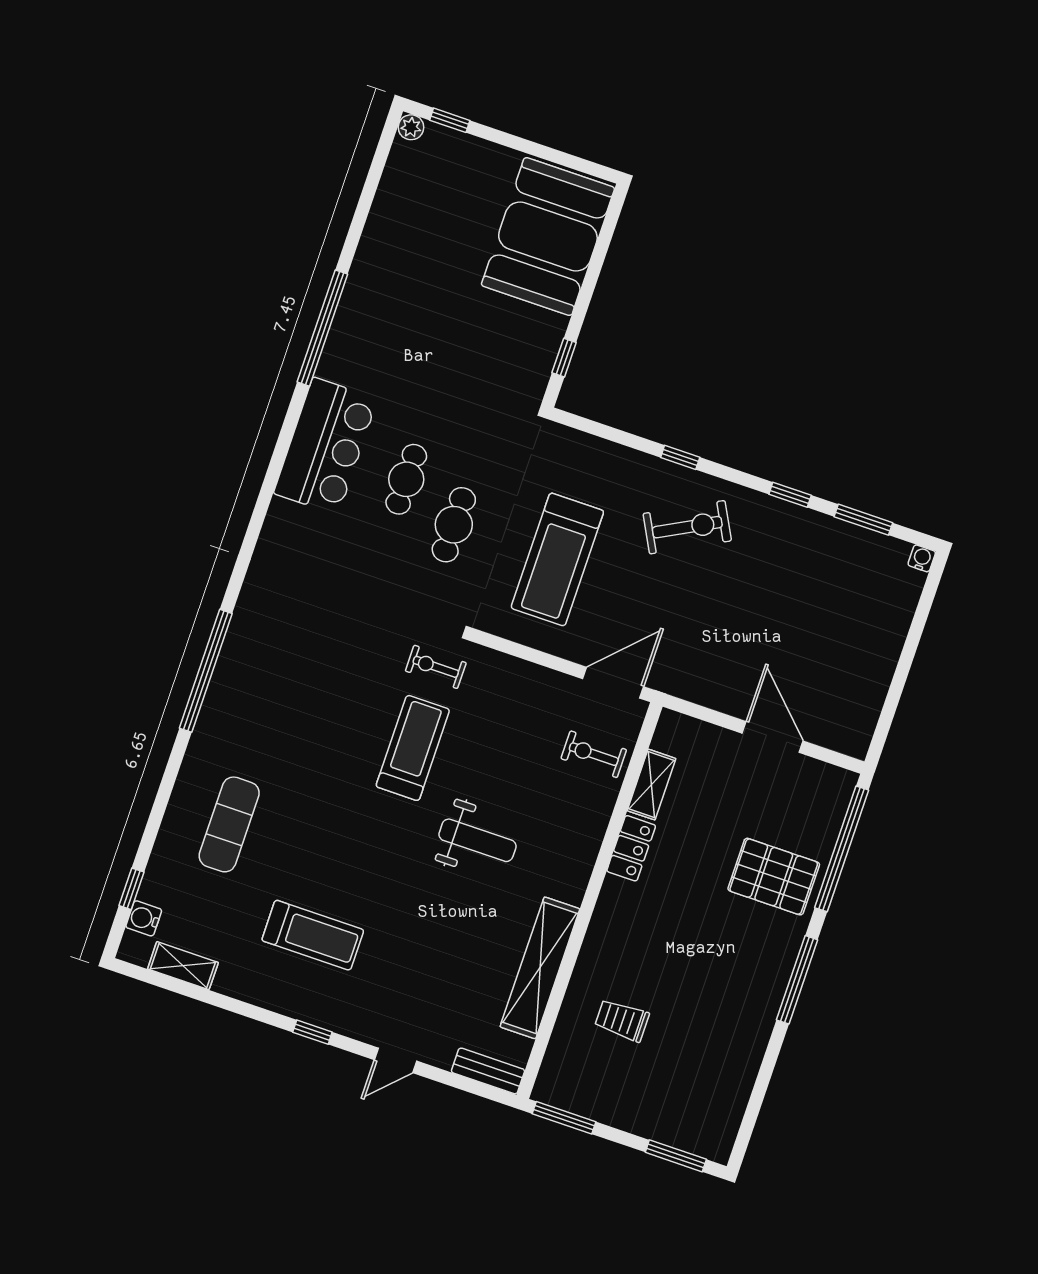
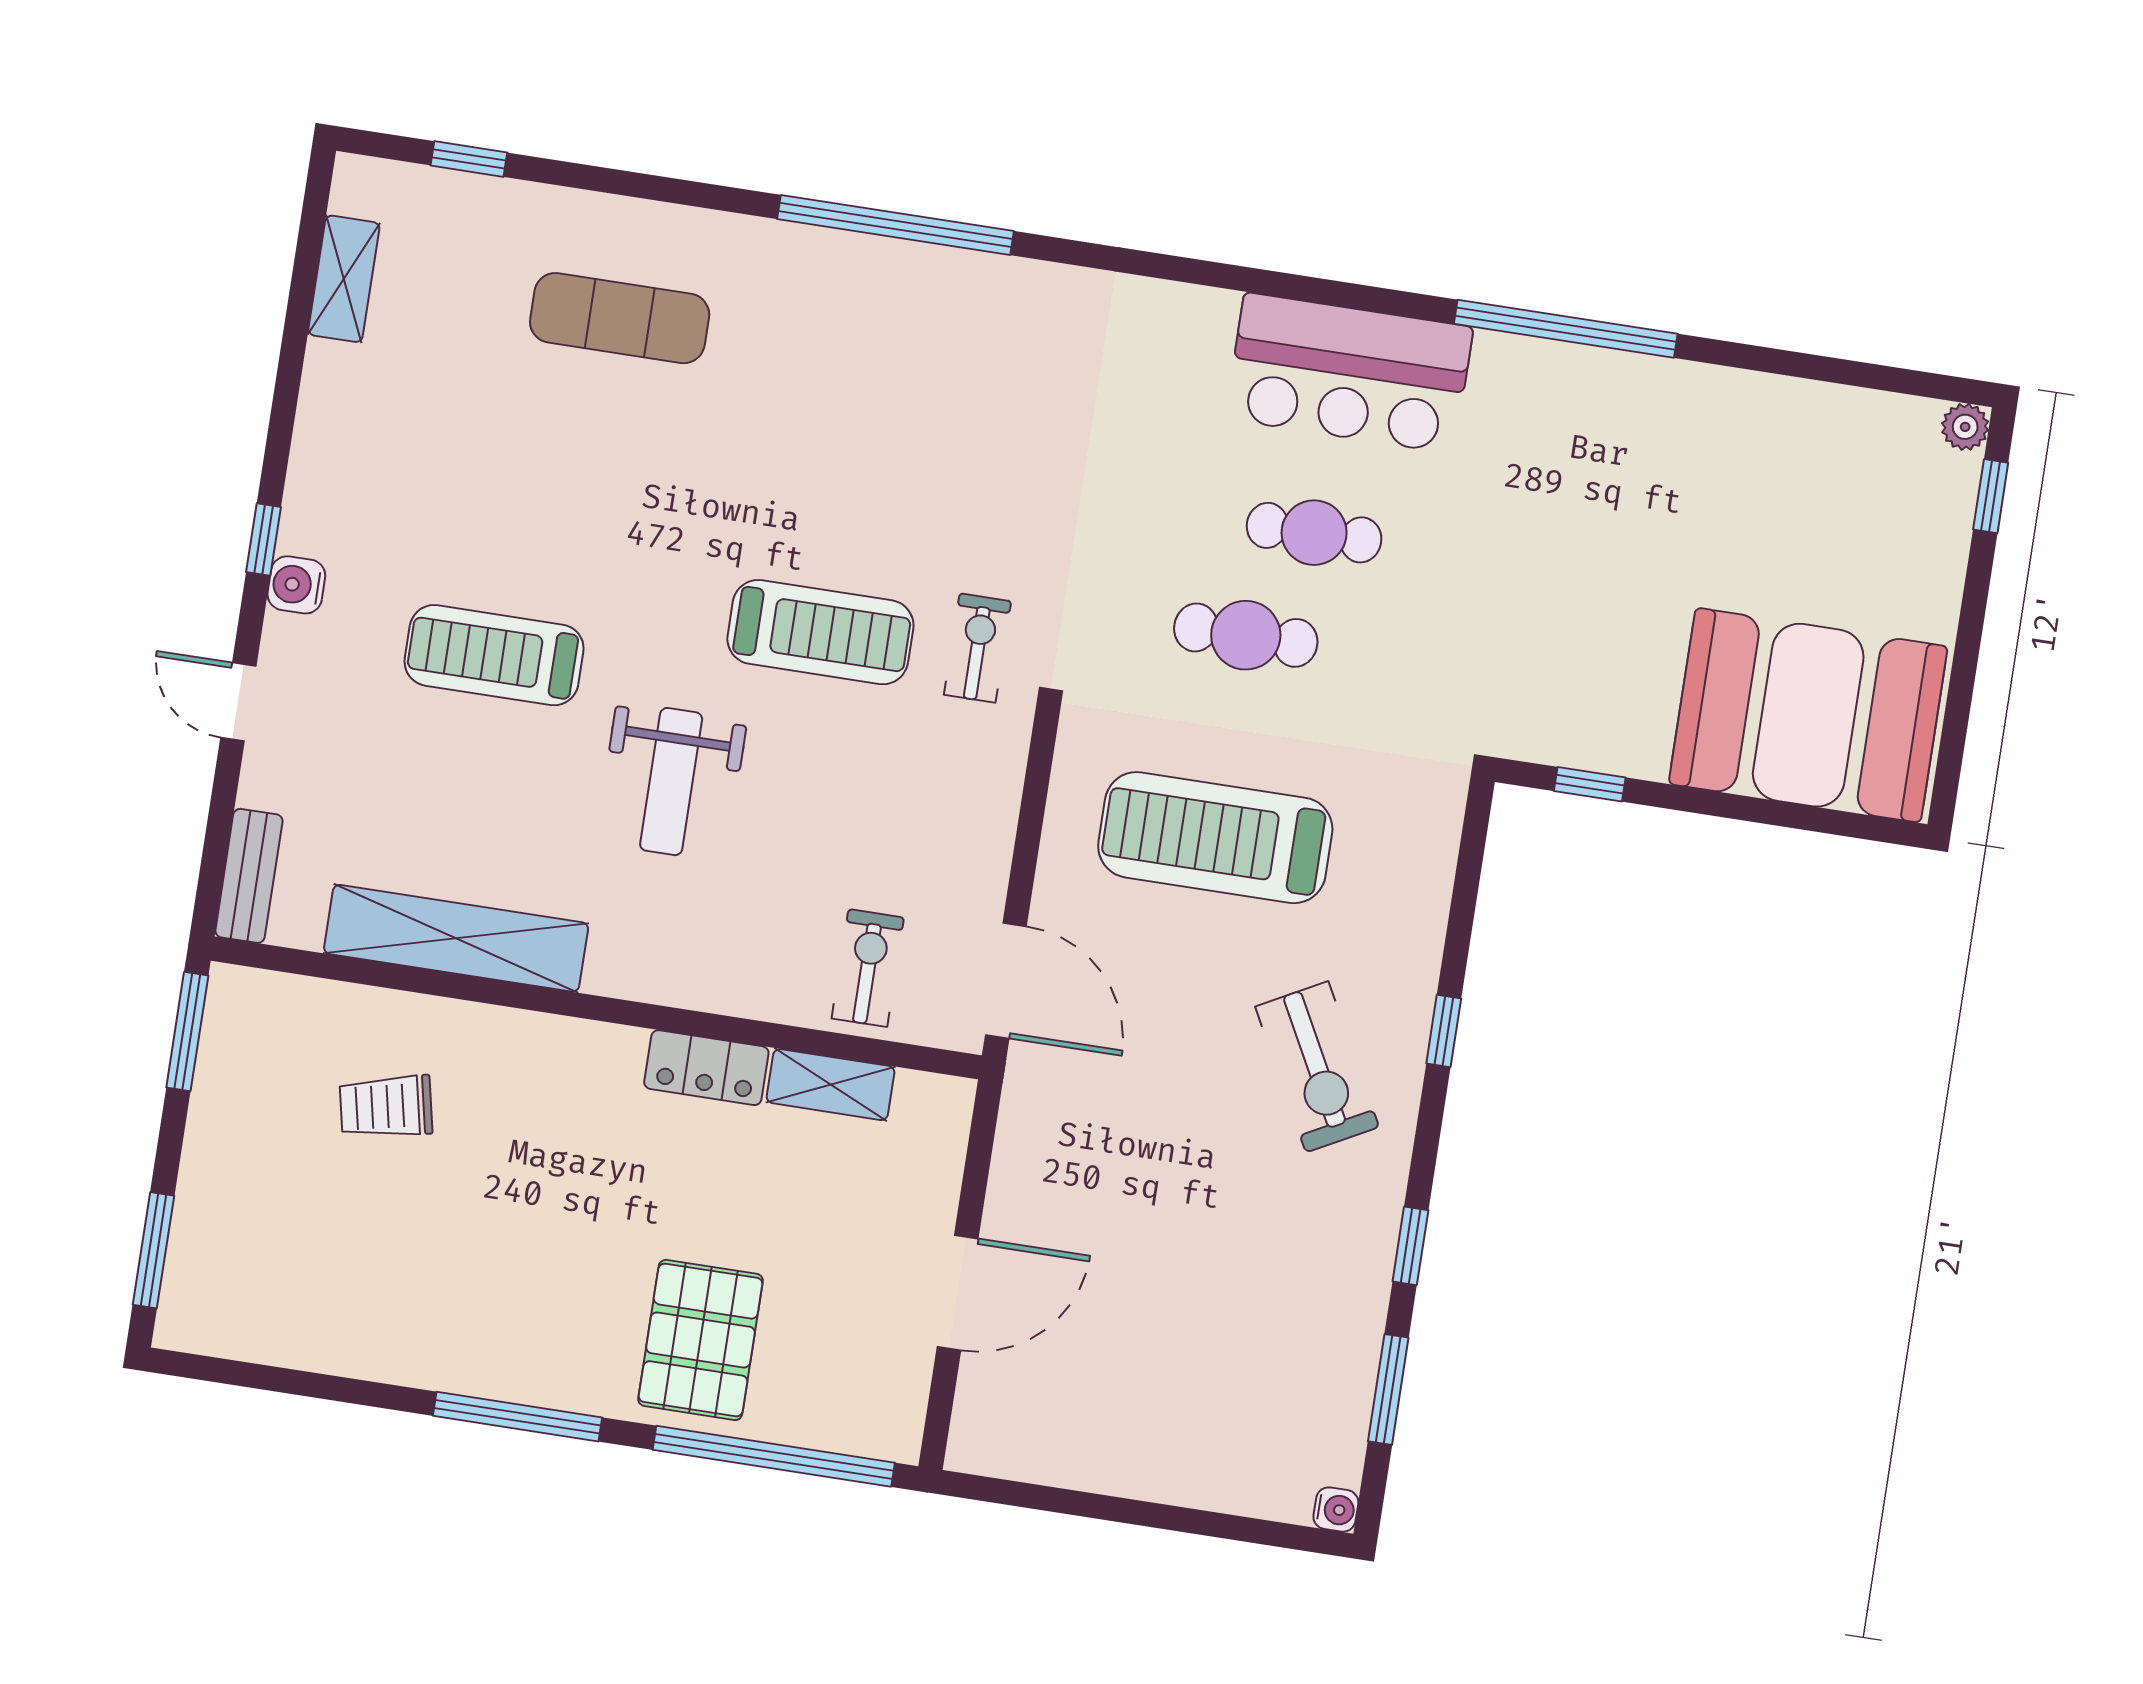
water cooler: (144, 918) -> (296, 585), moved, turned -90
treadmill: (313, 935) -> (494, 655), moved, turned 90
trolley: (622, 1020) -> (386, 1107), turned -102

